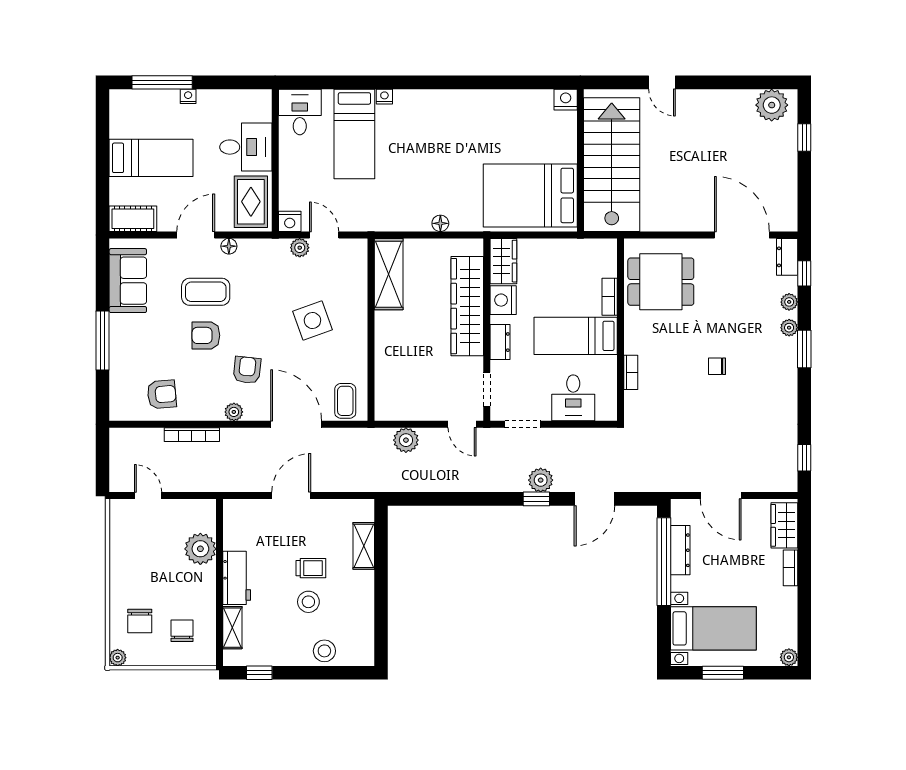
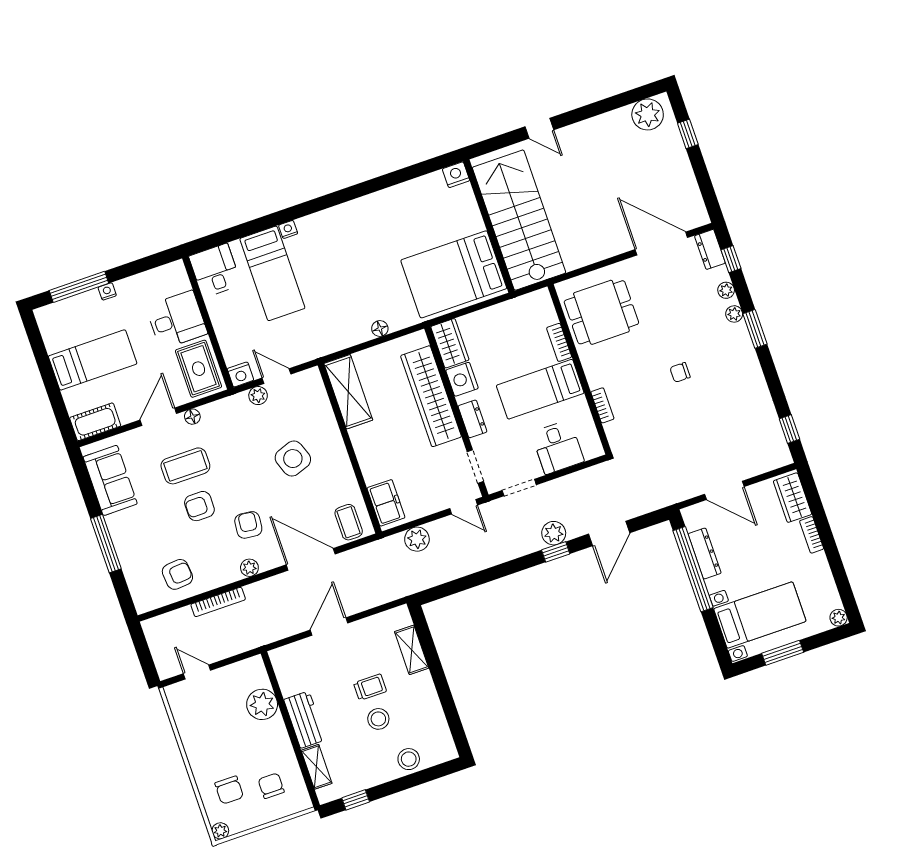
freezer: (388, 395) -> (386, 503), added

